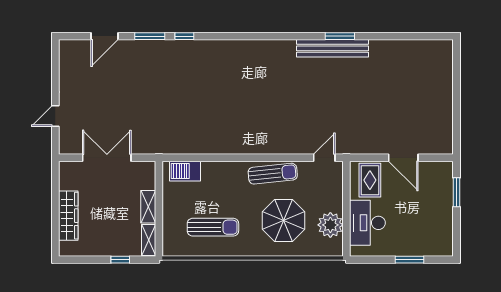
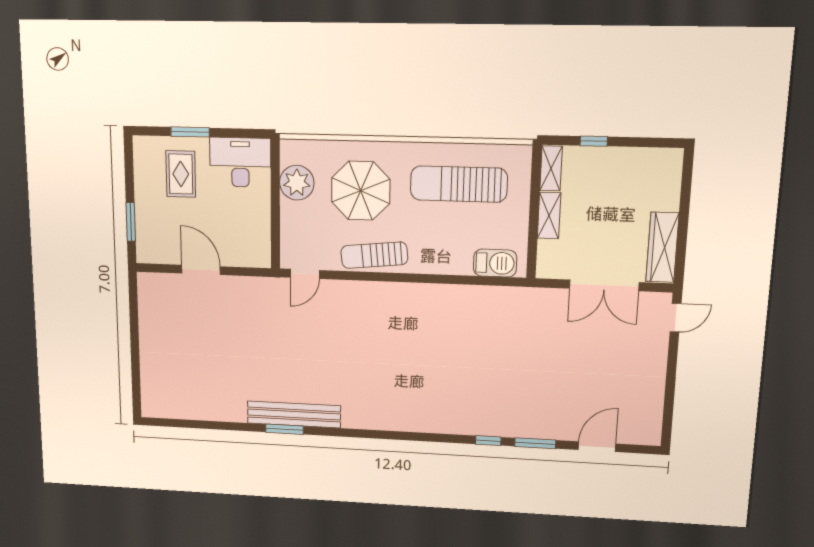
door: (55, 116) -> (676, 318), moved
rug: (370, 180) -> (181, 174), moved
wardrobe: (68, 216) -> (662, 247), moved
desk: (367, 223) -> (240, 162), moved, turned -90
sun lounger: (213, 227) -> (459, 184), width x1.36, depth x1.34

